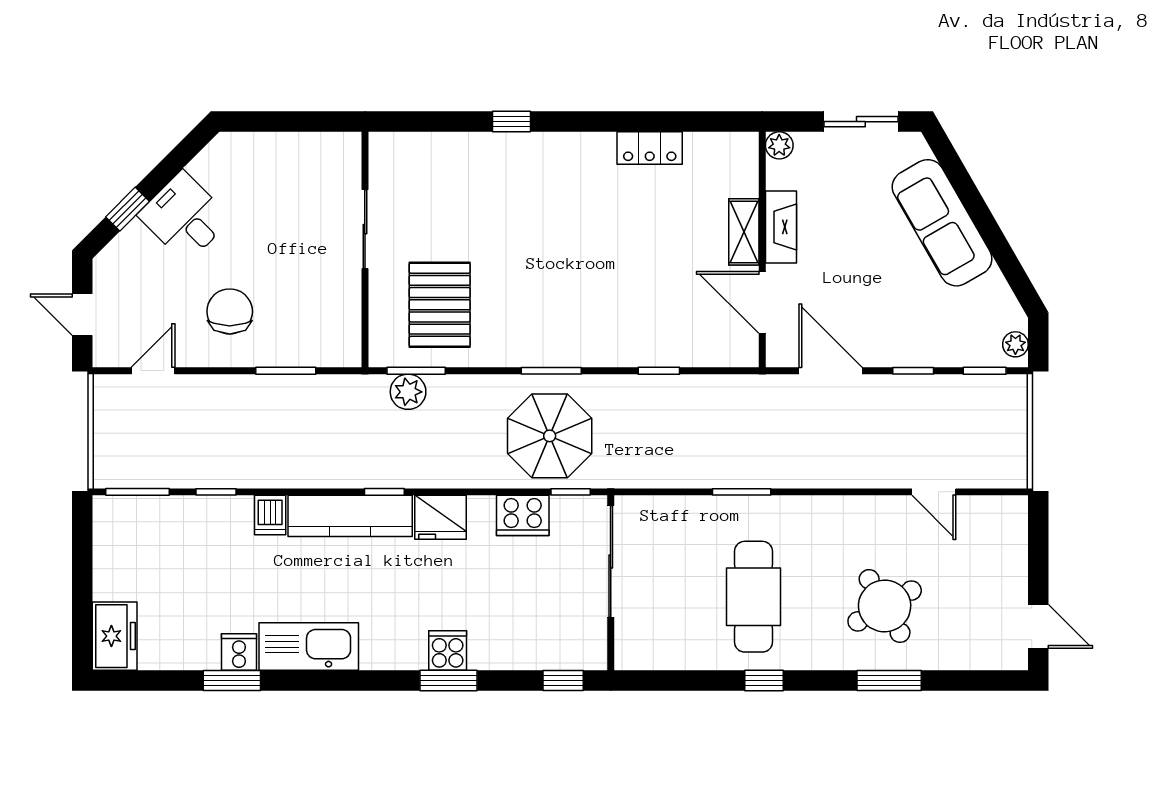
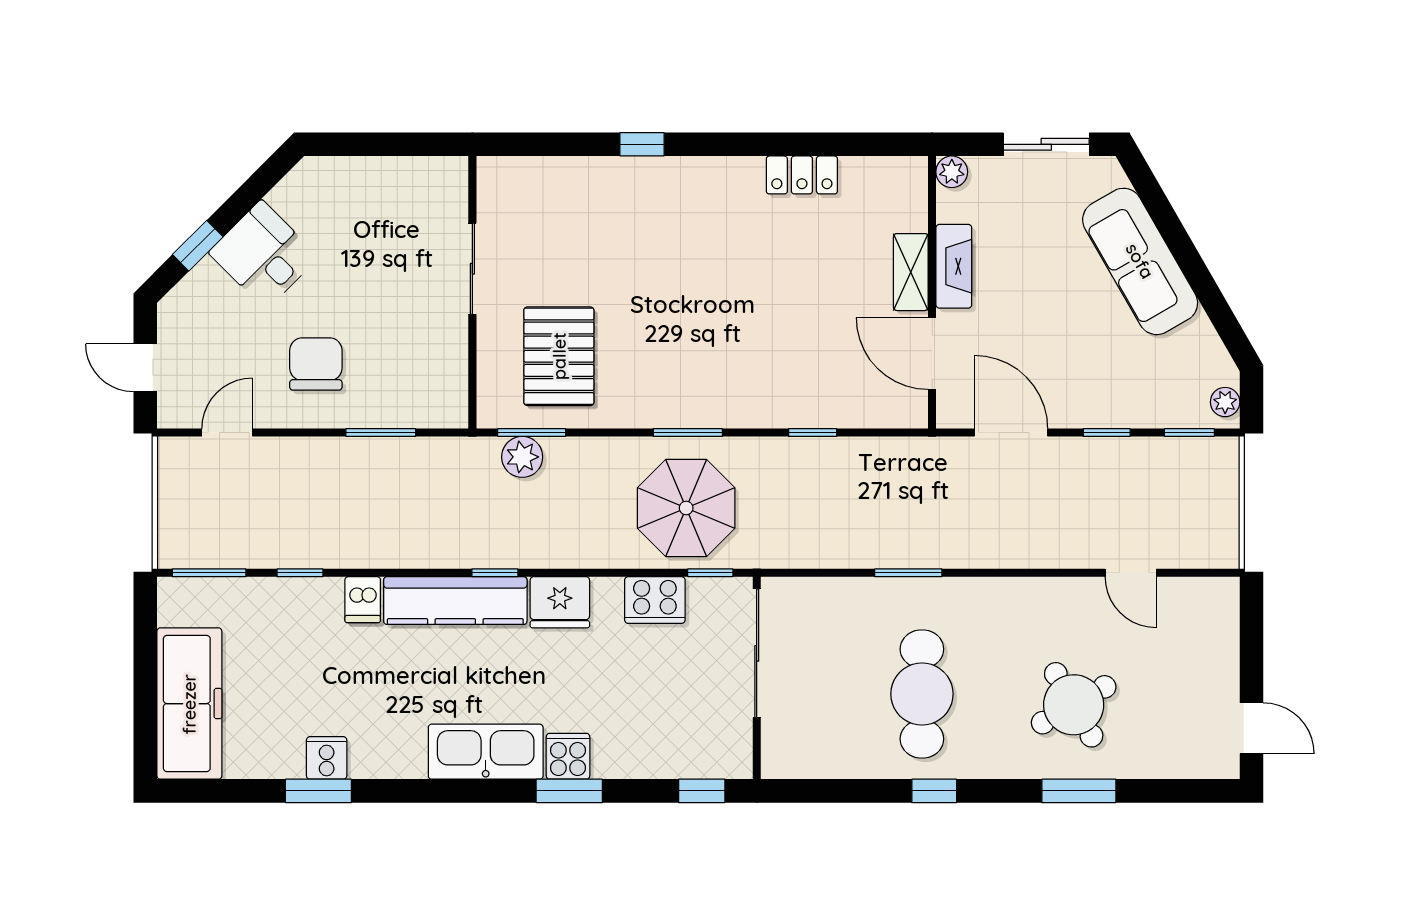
freezer: (115, 636) -> (189, 704), width x1.91, depth x1.26
kitchen sink: (309, 646) -> (486, 752), moved

